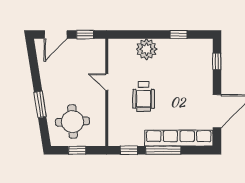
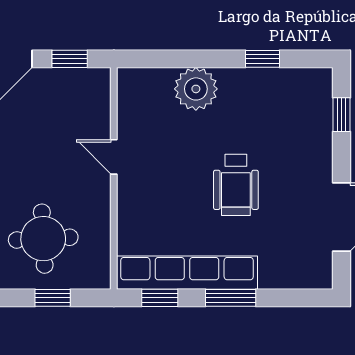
wheelchair: (144, 96) -> (236, 185), moved
row of seats: (179, 138) -> (187, 273), moved
window: (163, 150) -> (231, 298), width x0.69

